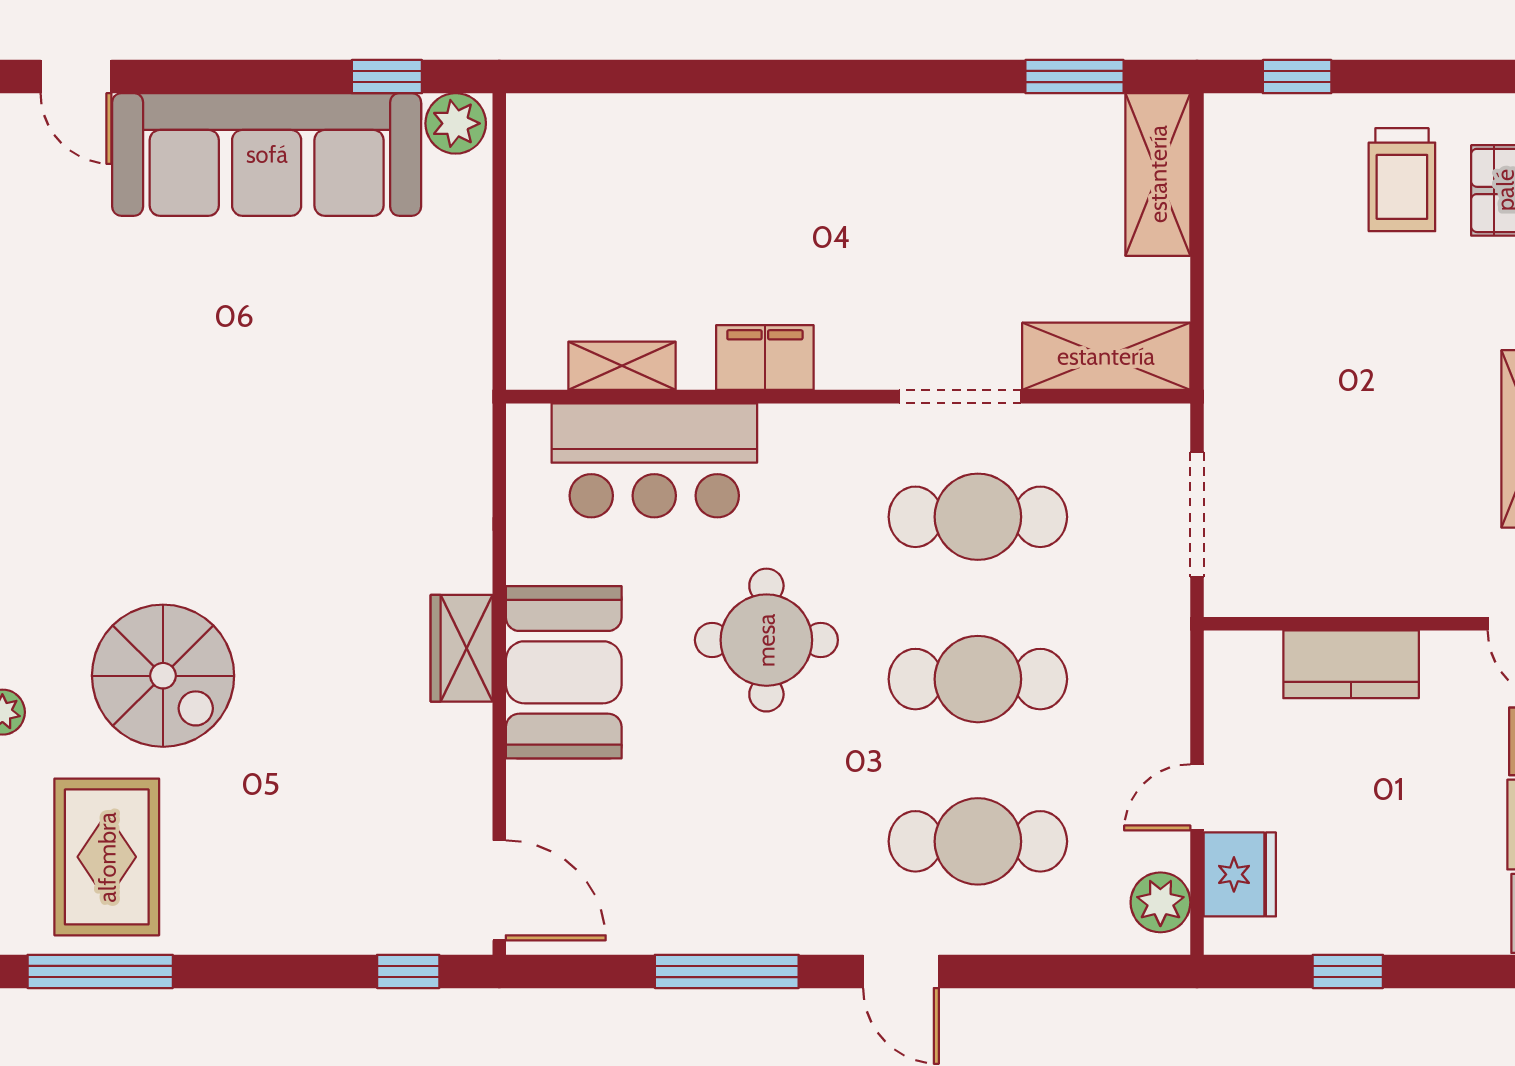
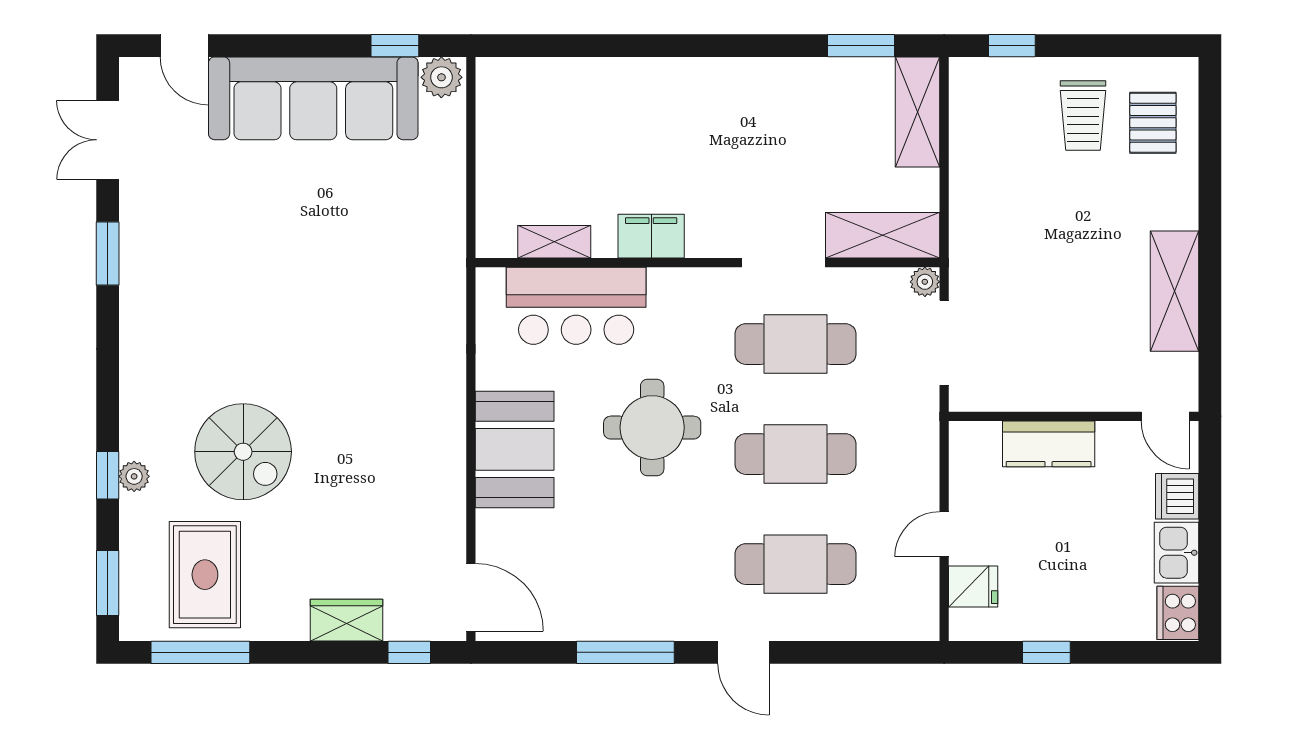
wardrobe: (462, 648) -> (346, 620), moved, turned 90
fridge: (1240, 874) -> (973, 586), width x0.72
plant: (1160, 902) -> (925, 282), moved, width x0.73, depth x0.73

